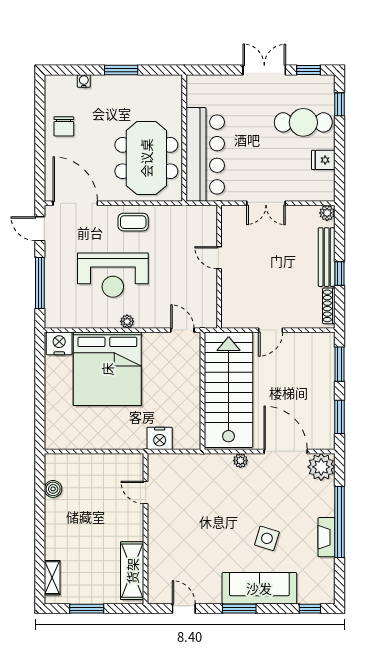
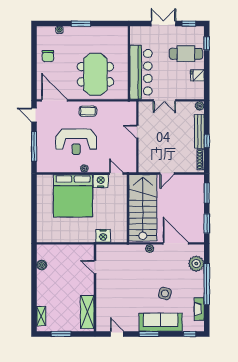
wall: (184, 138) -> (129, 63), moved
bar counter: (205, 154) -> (141, 72), moved
nightstand: (59, 343) -> (101, 181), moved
plant: (321, 467) -> (196, 264), moved
fireplace: (326, 537) -> (199, 309), moved

